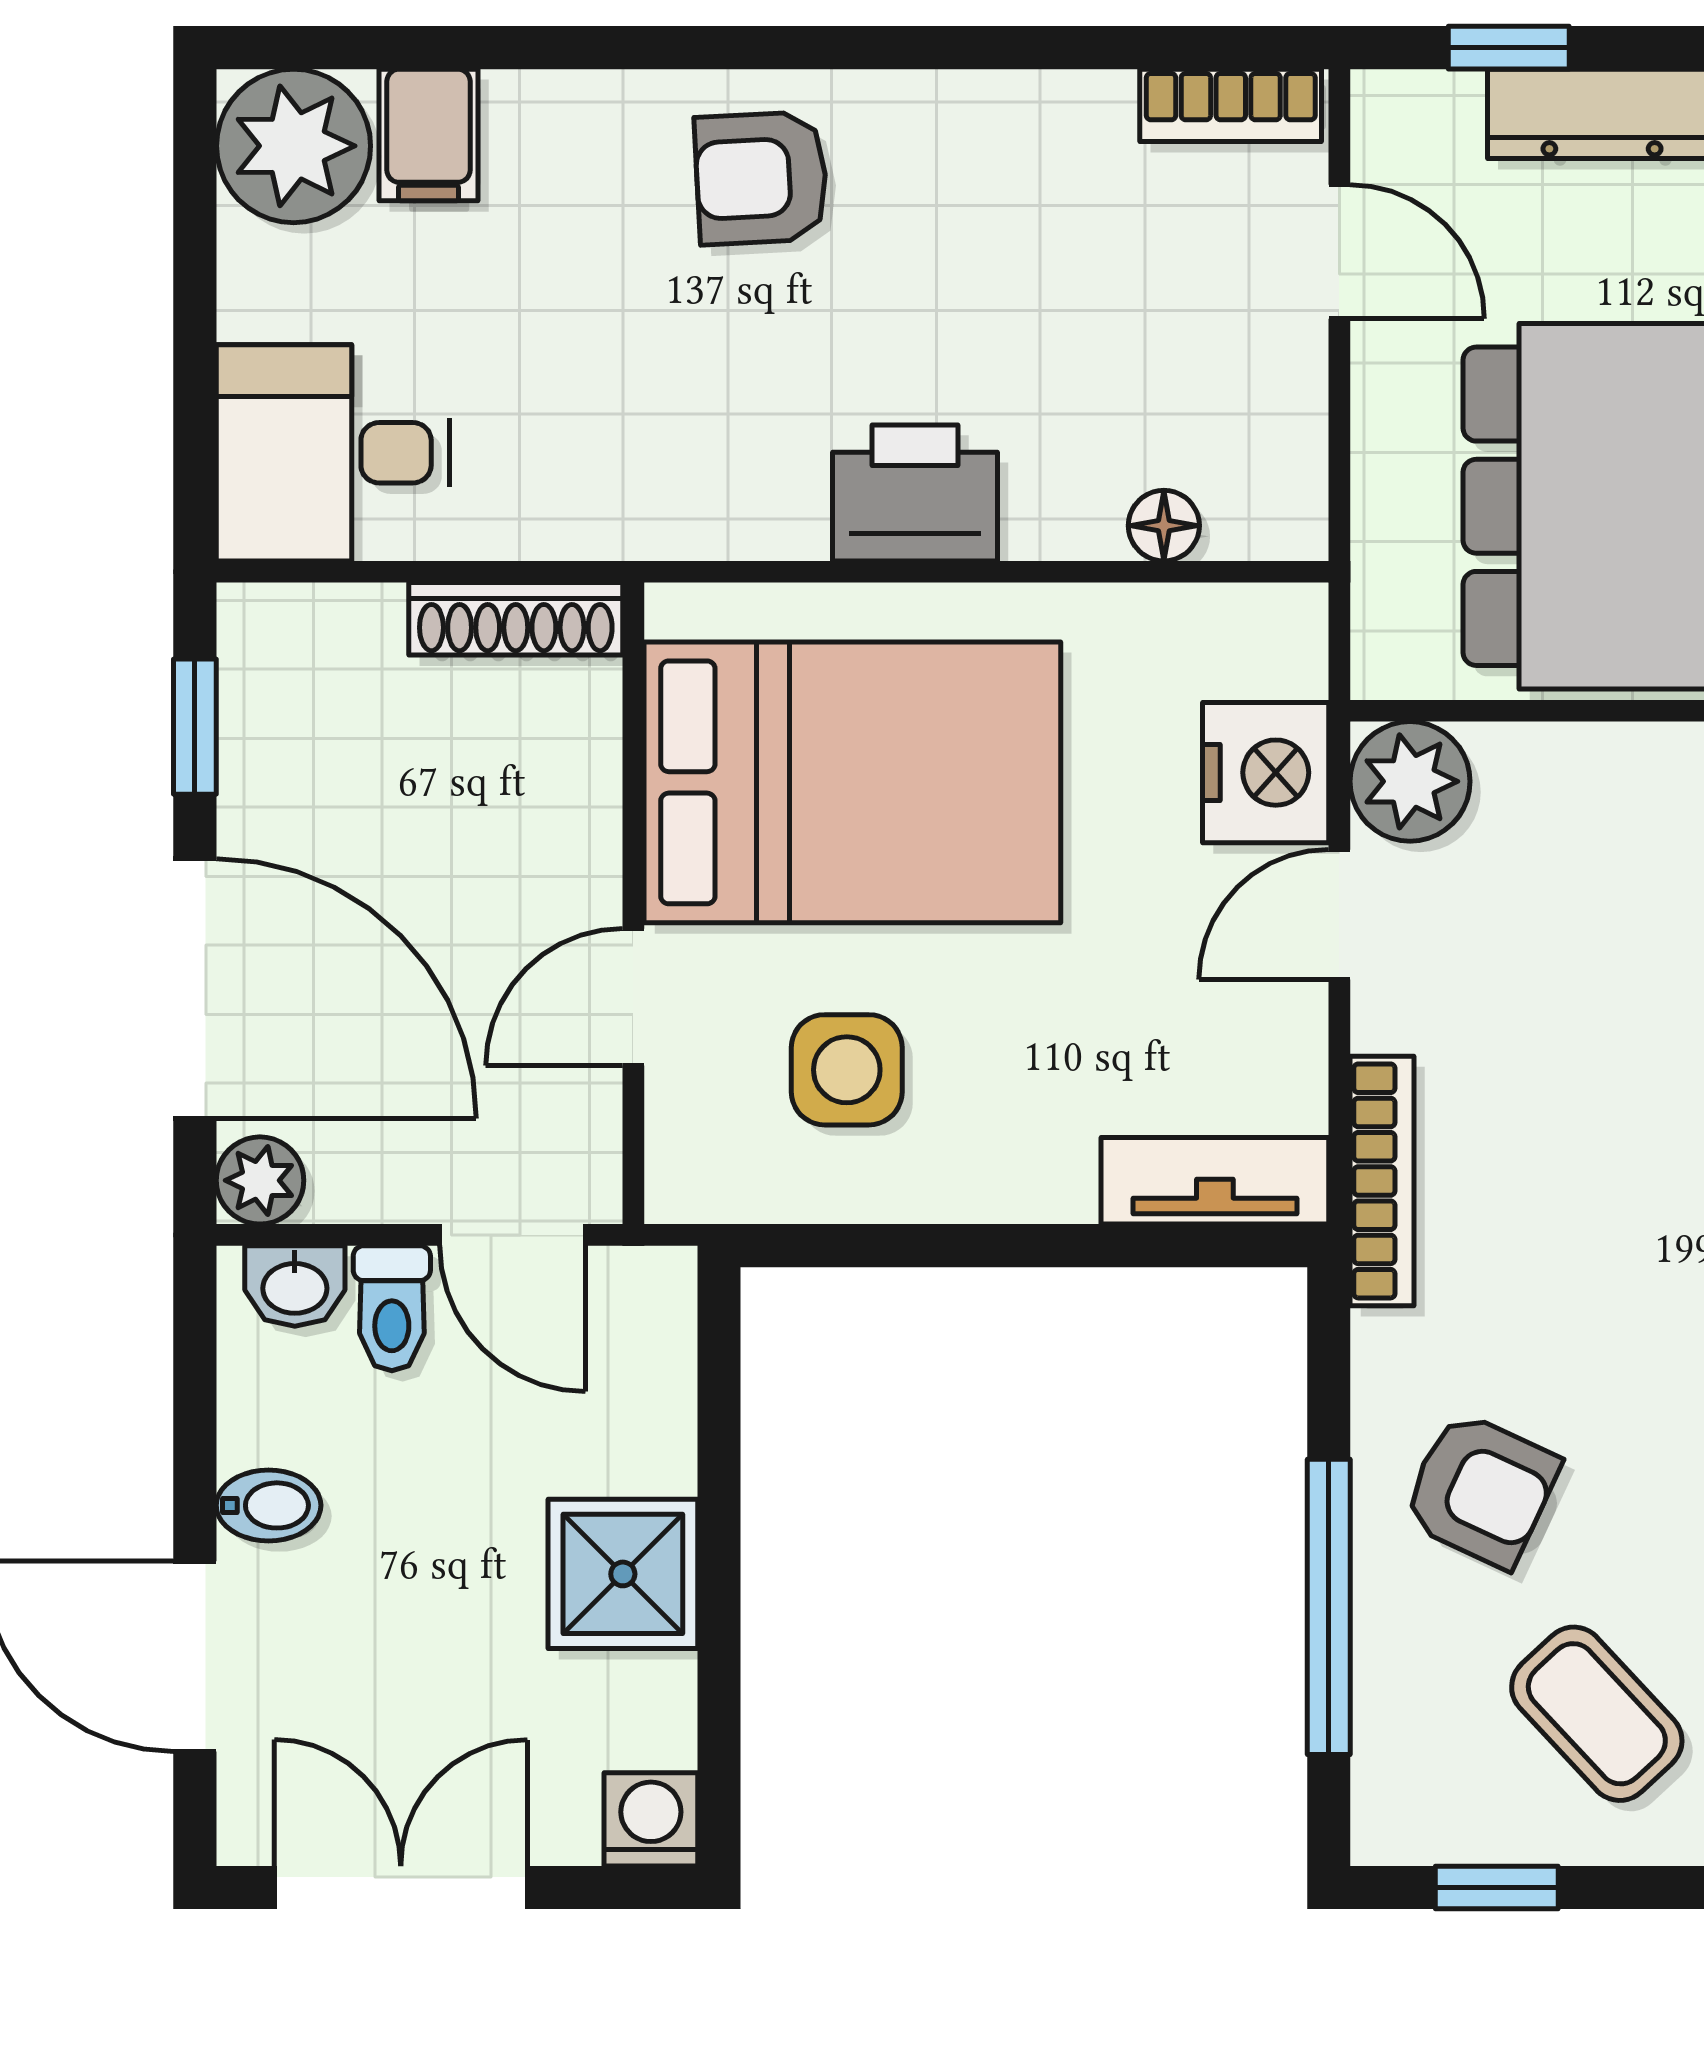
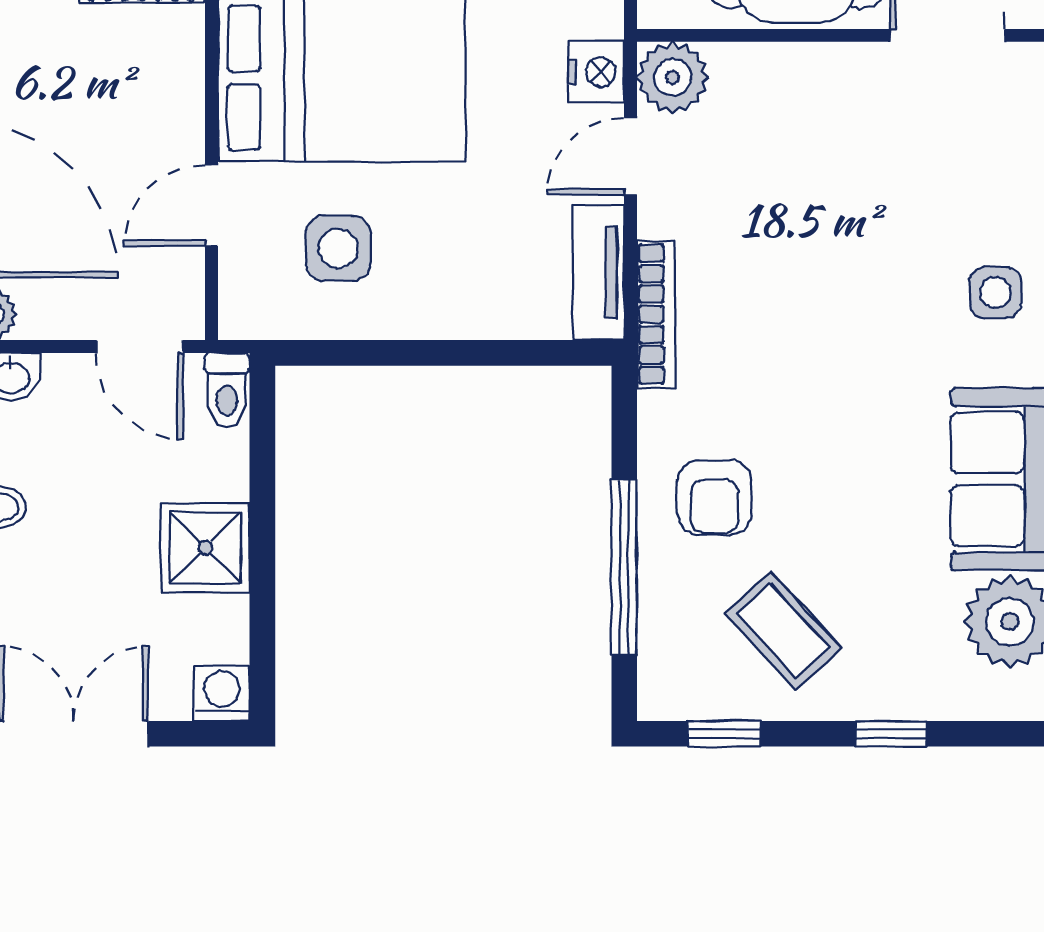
nightstand: (1266, 773) -> (596, 72), width x0.74, depth x0.75
tv unit: (1215, 1181) -> (598, 273), moved, turned -90
toilet: (392, 1308) -> (227, 390), moved
armchair: (1481, 1490) -> (714, 498), turned 65

